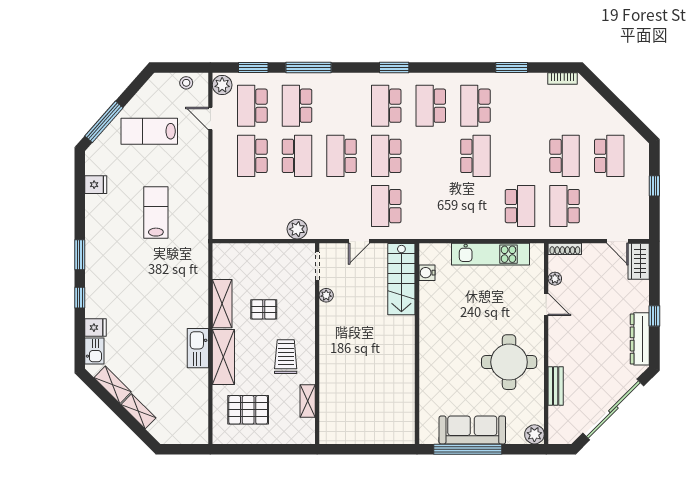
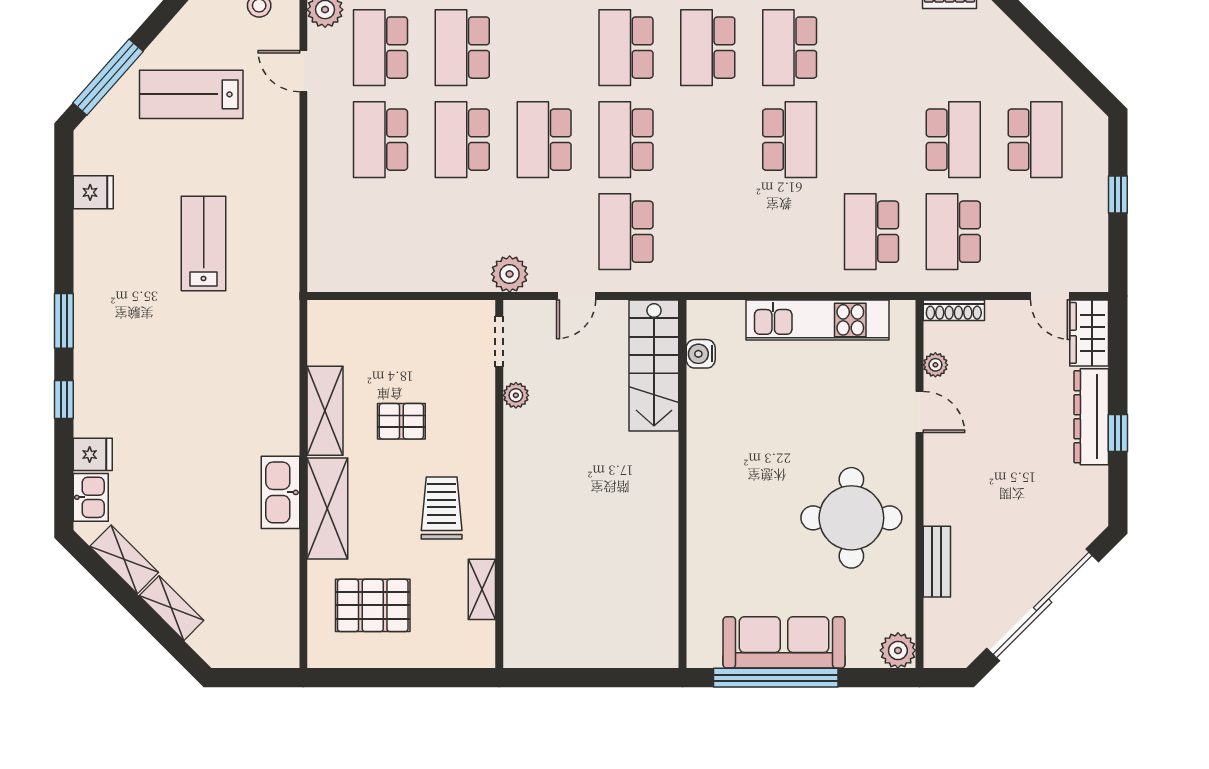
school desk: (297, 156) -> (462, 140), turned 180
school desk: (520, 206) -> (871, 232), turned 180
plant: (297, 229) -> (510, 274), moved
dresser: (640, 339) -> (1091, 417), moved

